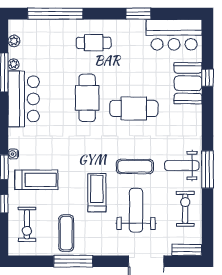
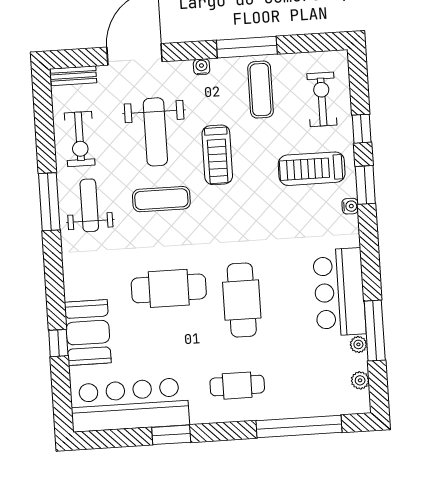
bar counter: (174, 35) -> (130, 405), width x1.36
weight bench: (182, 165) -> (89, 205), turned -90
water cooler: (103, 250) -> (202, 67), added

